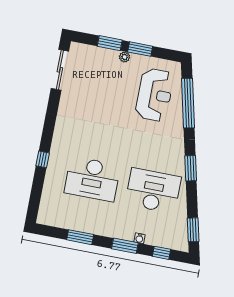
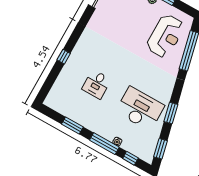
window: (191, 168) -> (171, 113), moved
desk: (92, 179) -> (97, 84), width x0.53, depth x0.77
window: (125, 246) -> (104, 144), width x1.44

